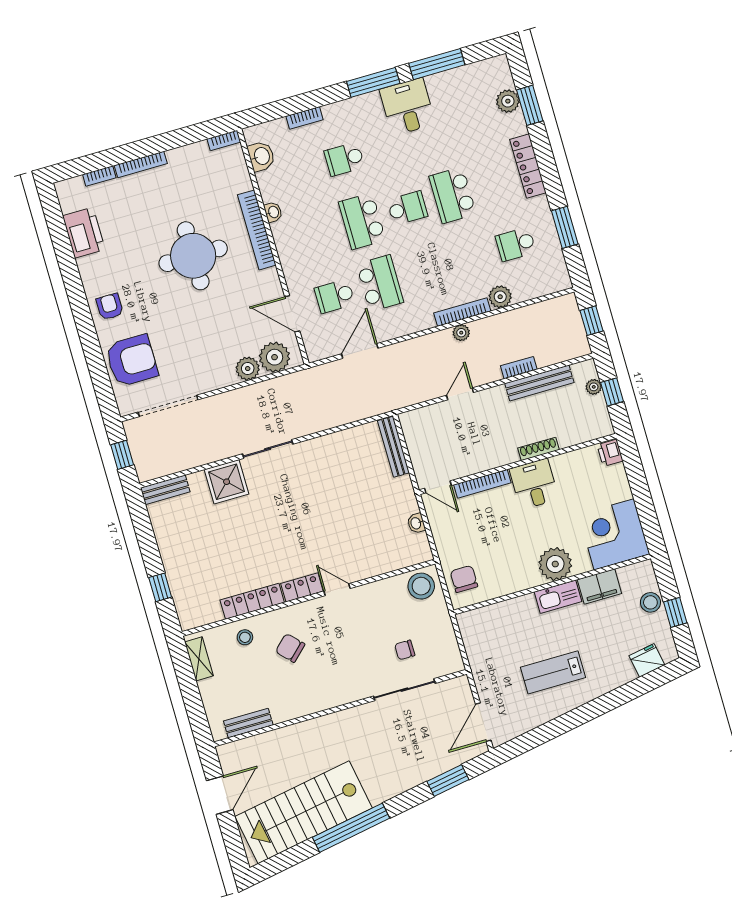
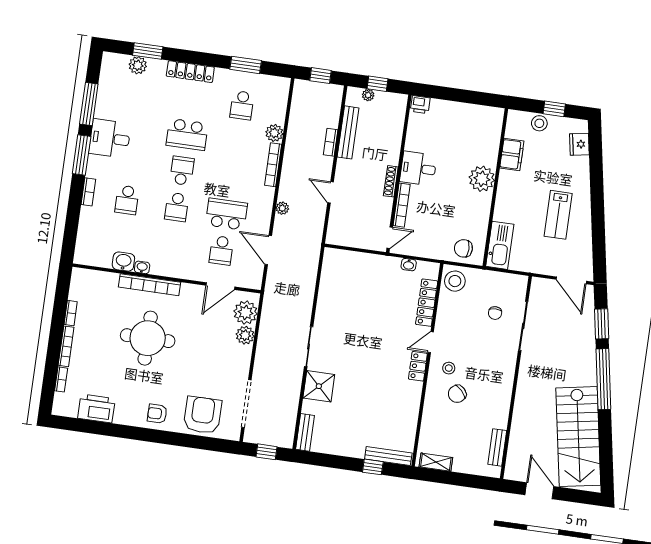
bookcase: (305, 118) -> (88, 192), moved
bookcase: (224, 140) -> (71, 313), moved
washbasin: (261, 156) -> (123, 262), moved
school desk: (362, 221) -> (177, 207), width x0.54
plant: (461, 333) -> (282, 208), moved
bench: (393, 447) -> (388, 456), moved
shoe rack: (538, 449) -> (391, 181), moved
corner desk: (614, 534) -> (479, 128), removed
kitchen sink: (558, 597) -> (500, 245), moved, width x1.36, depth x1.24
locker: (252, 601) -> (427, 303), moved
stool: (245, 637) -> (449, 368), moved
window: (351, 828) -> (603, 379), moved

